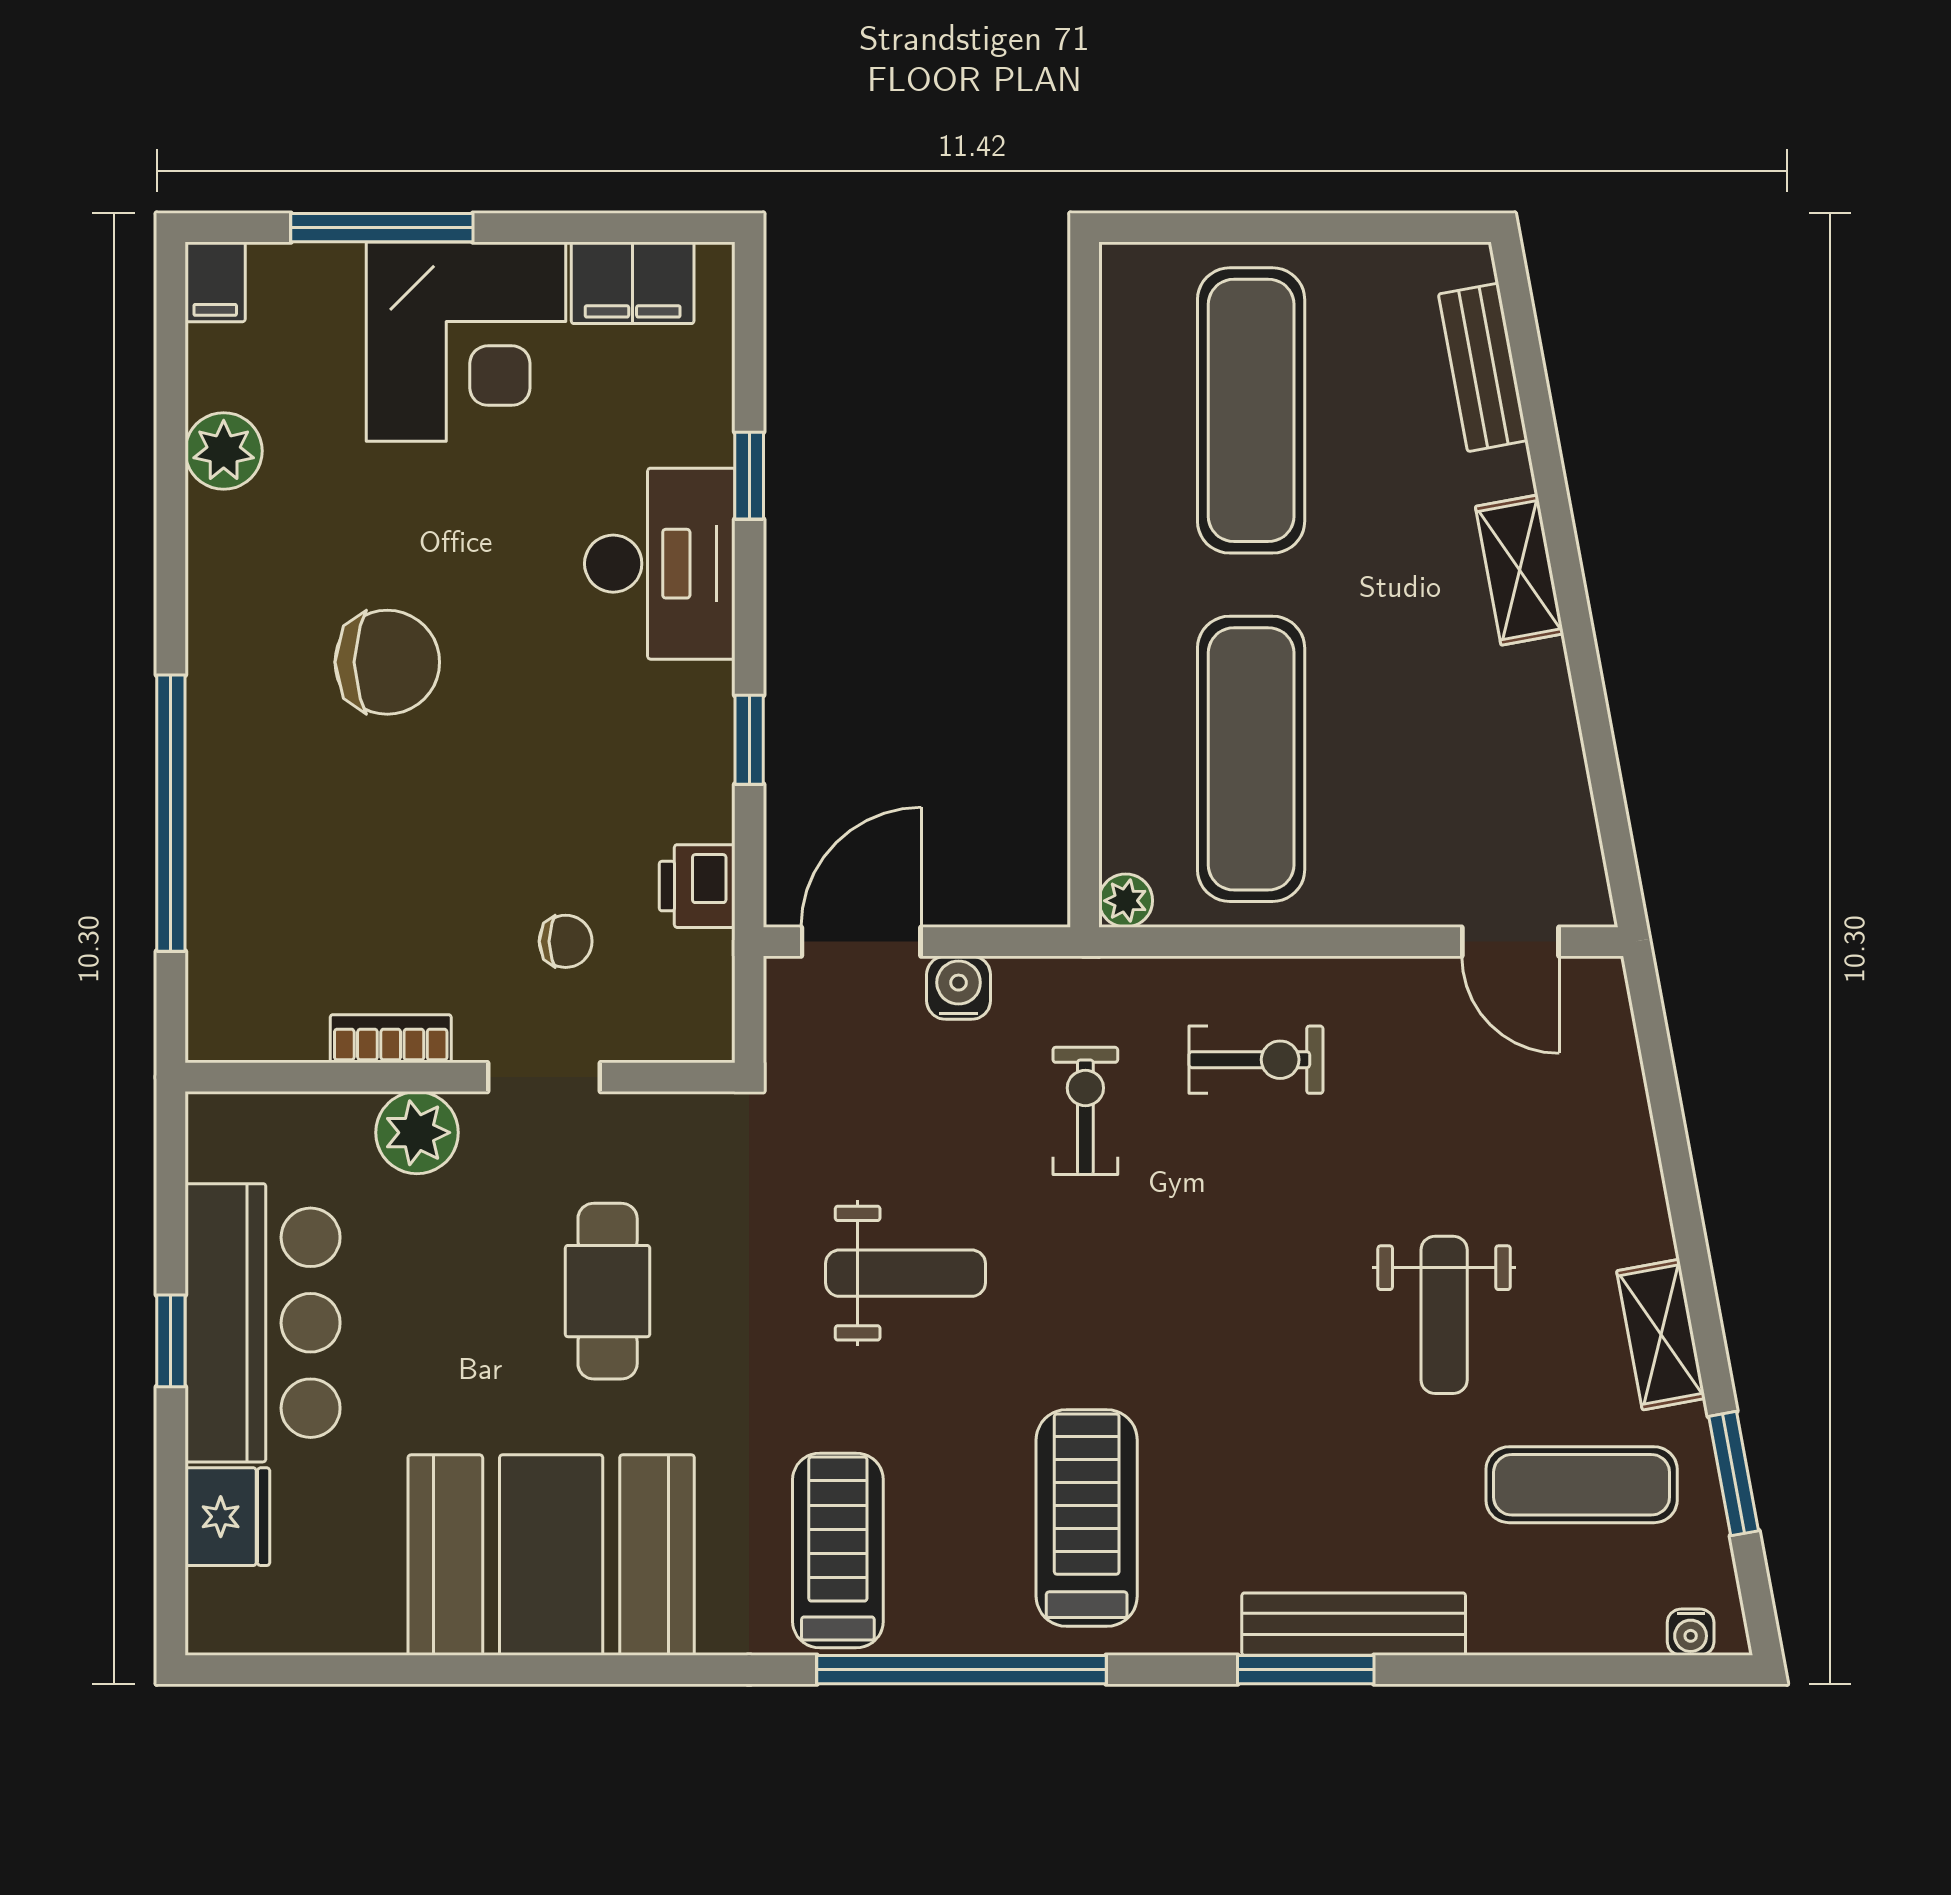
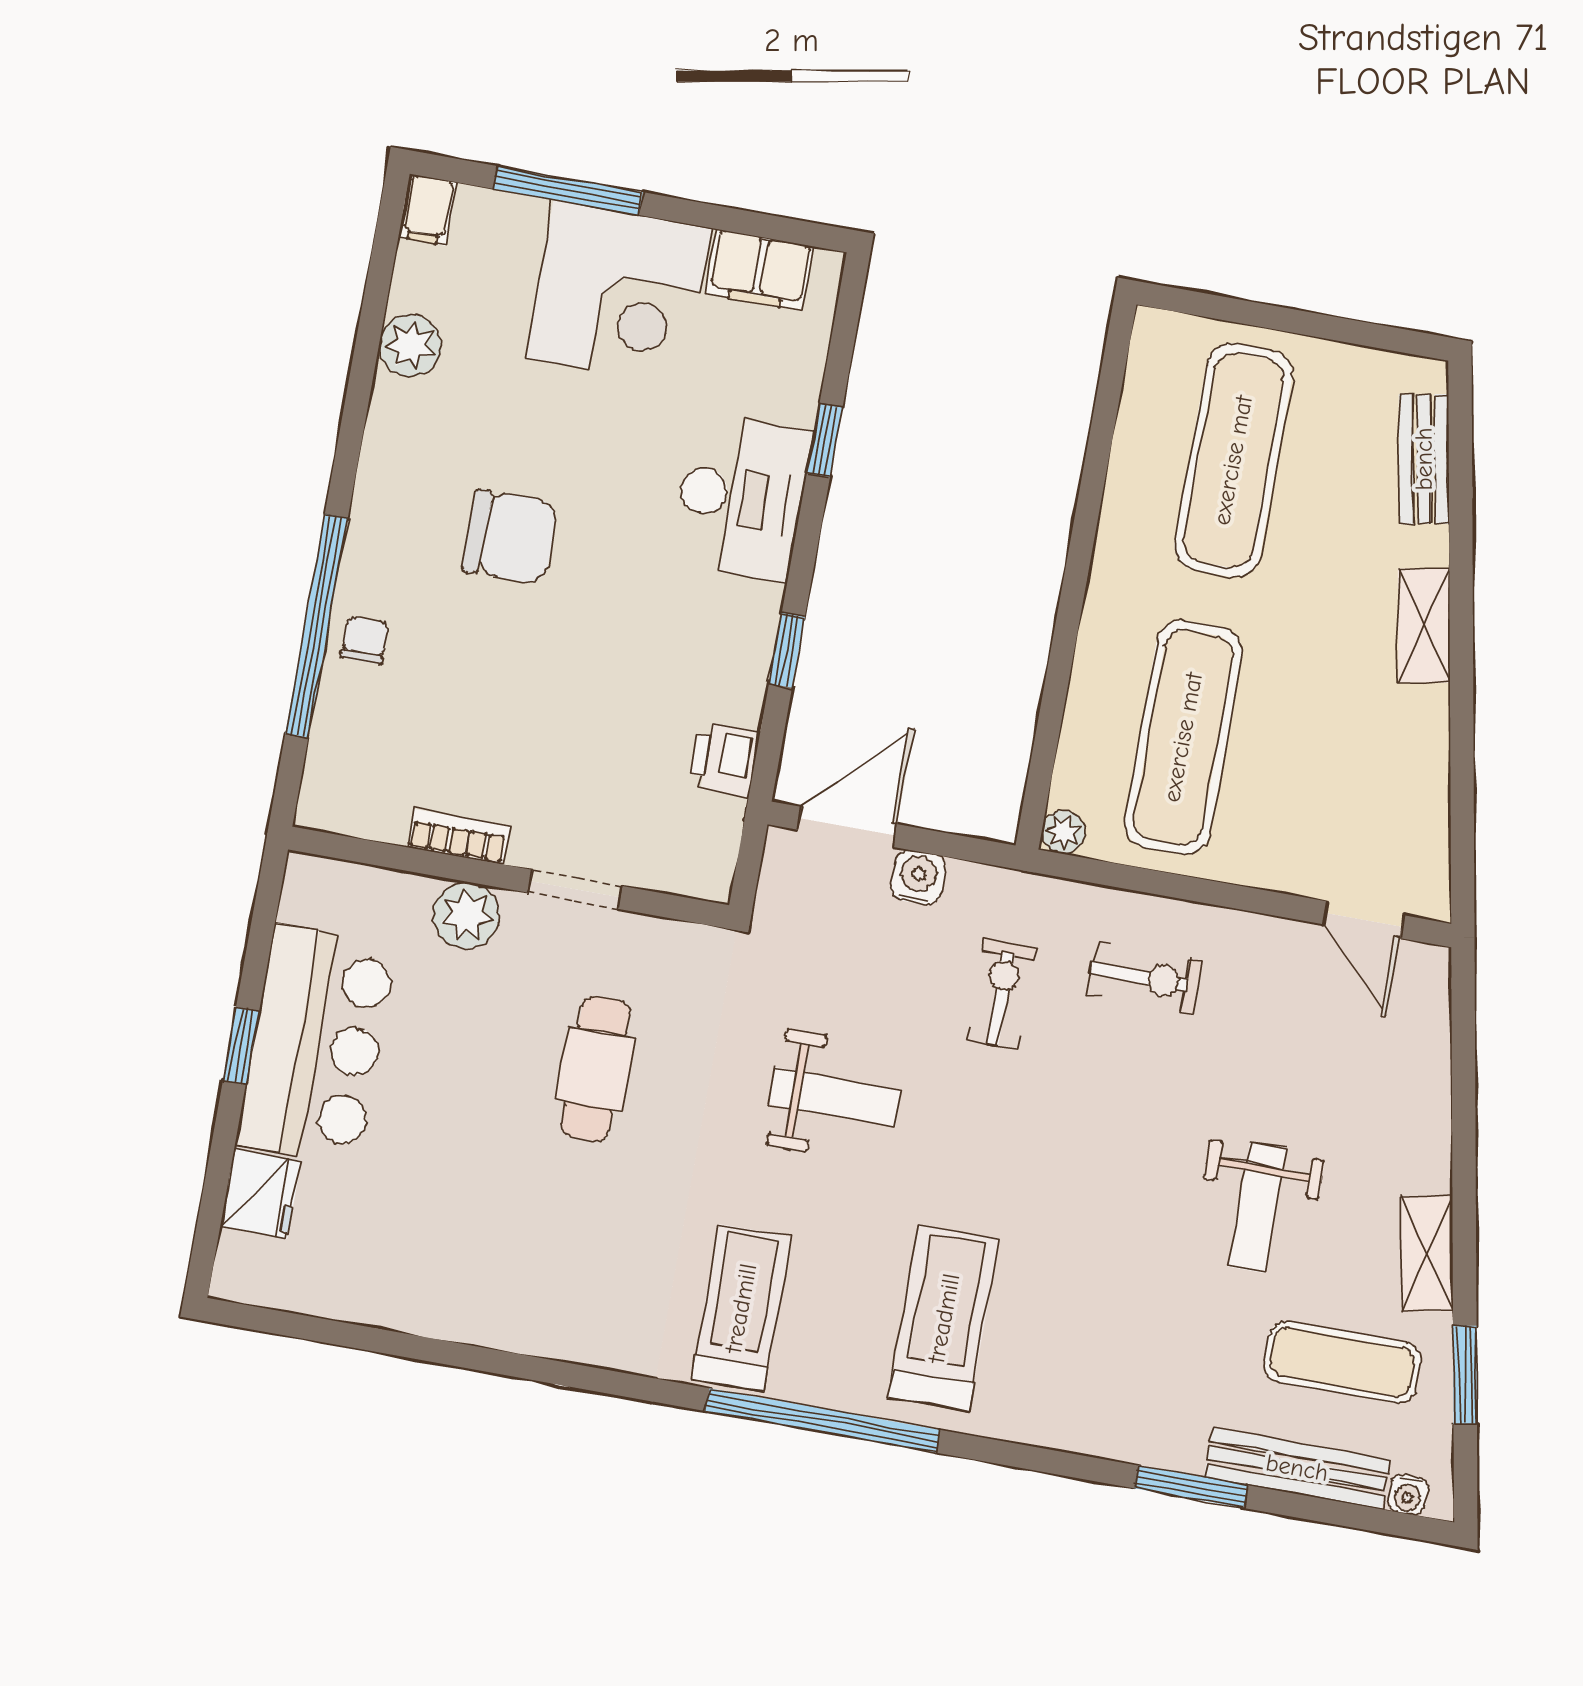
chair: (566, 941) -> (365, 640), moved, turned -90
booth: (551, 1555) -> (513, 1271), removed
bench: (1354, 1624) -> (1297, 1468), moved
window: (1306, 1670) -> (1191, 1487), moved

